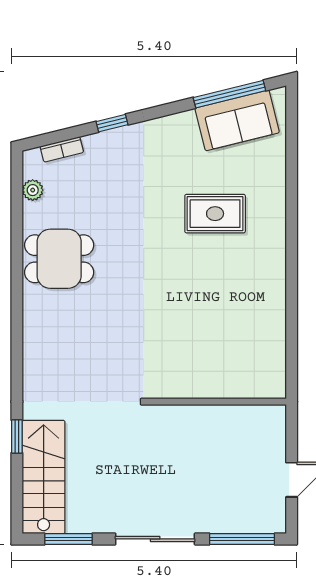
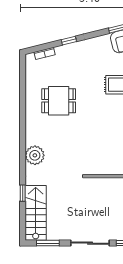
plant: (33, 190) -> (35, 155), moved, width x1.88, depth x1.88
dining table: (59, 259) -> (59, 101), moved

